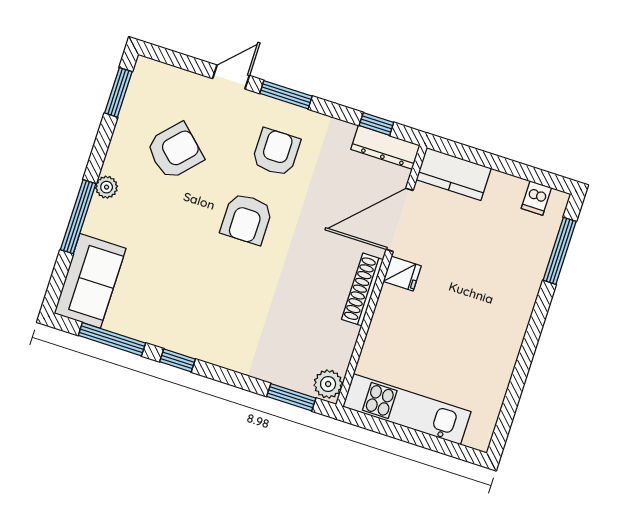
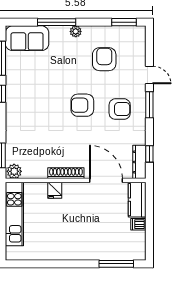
armchair: (175, 151) -> (104, 59), turned -133
dishwasher: (536, 198) -> (138, 224), moved
fridge: (402, 274) -> (55, 190), moved

